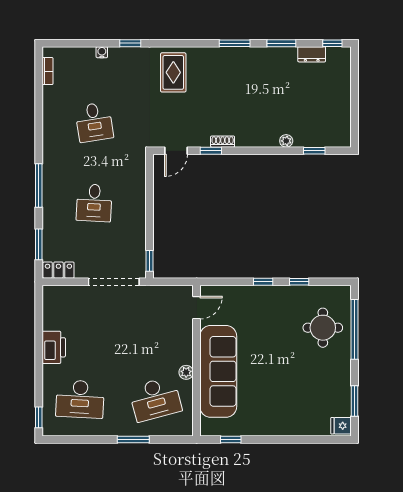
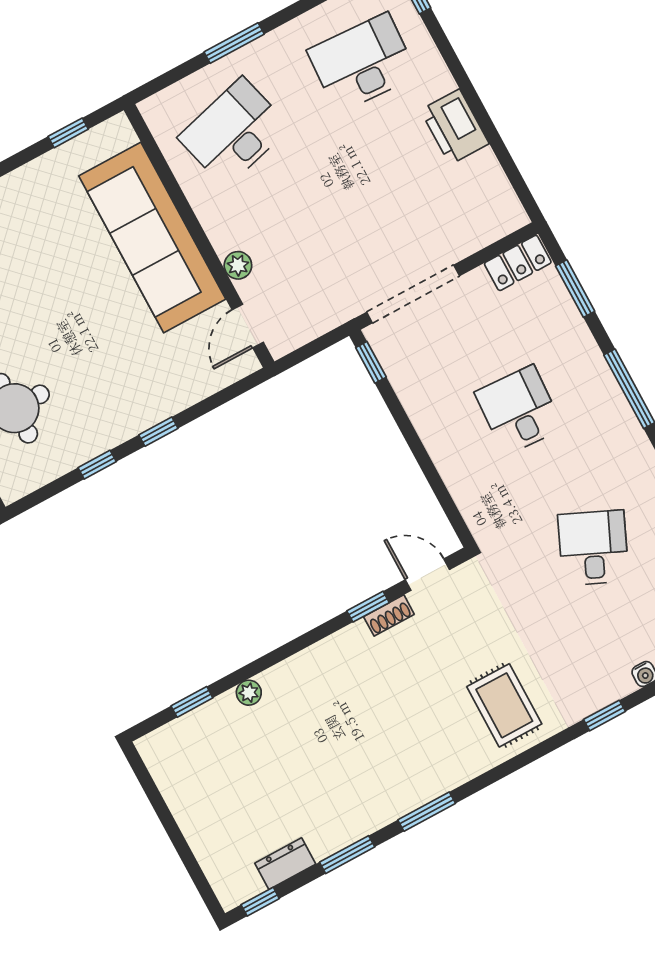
desk: (94, 122) -> (593, 548), turned 33
shoe rack: (223, 142) -> (389, 615), moved
door: (176, 151) -> (427, 575), hinge flipped
plant: (186, 372) -> (238, 265), moved

